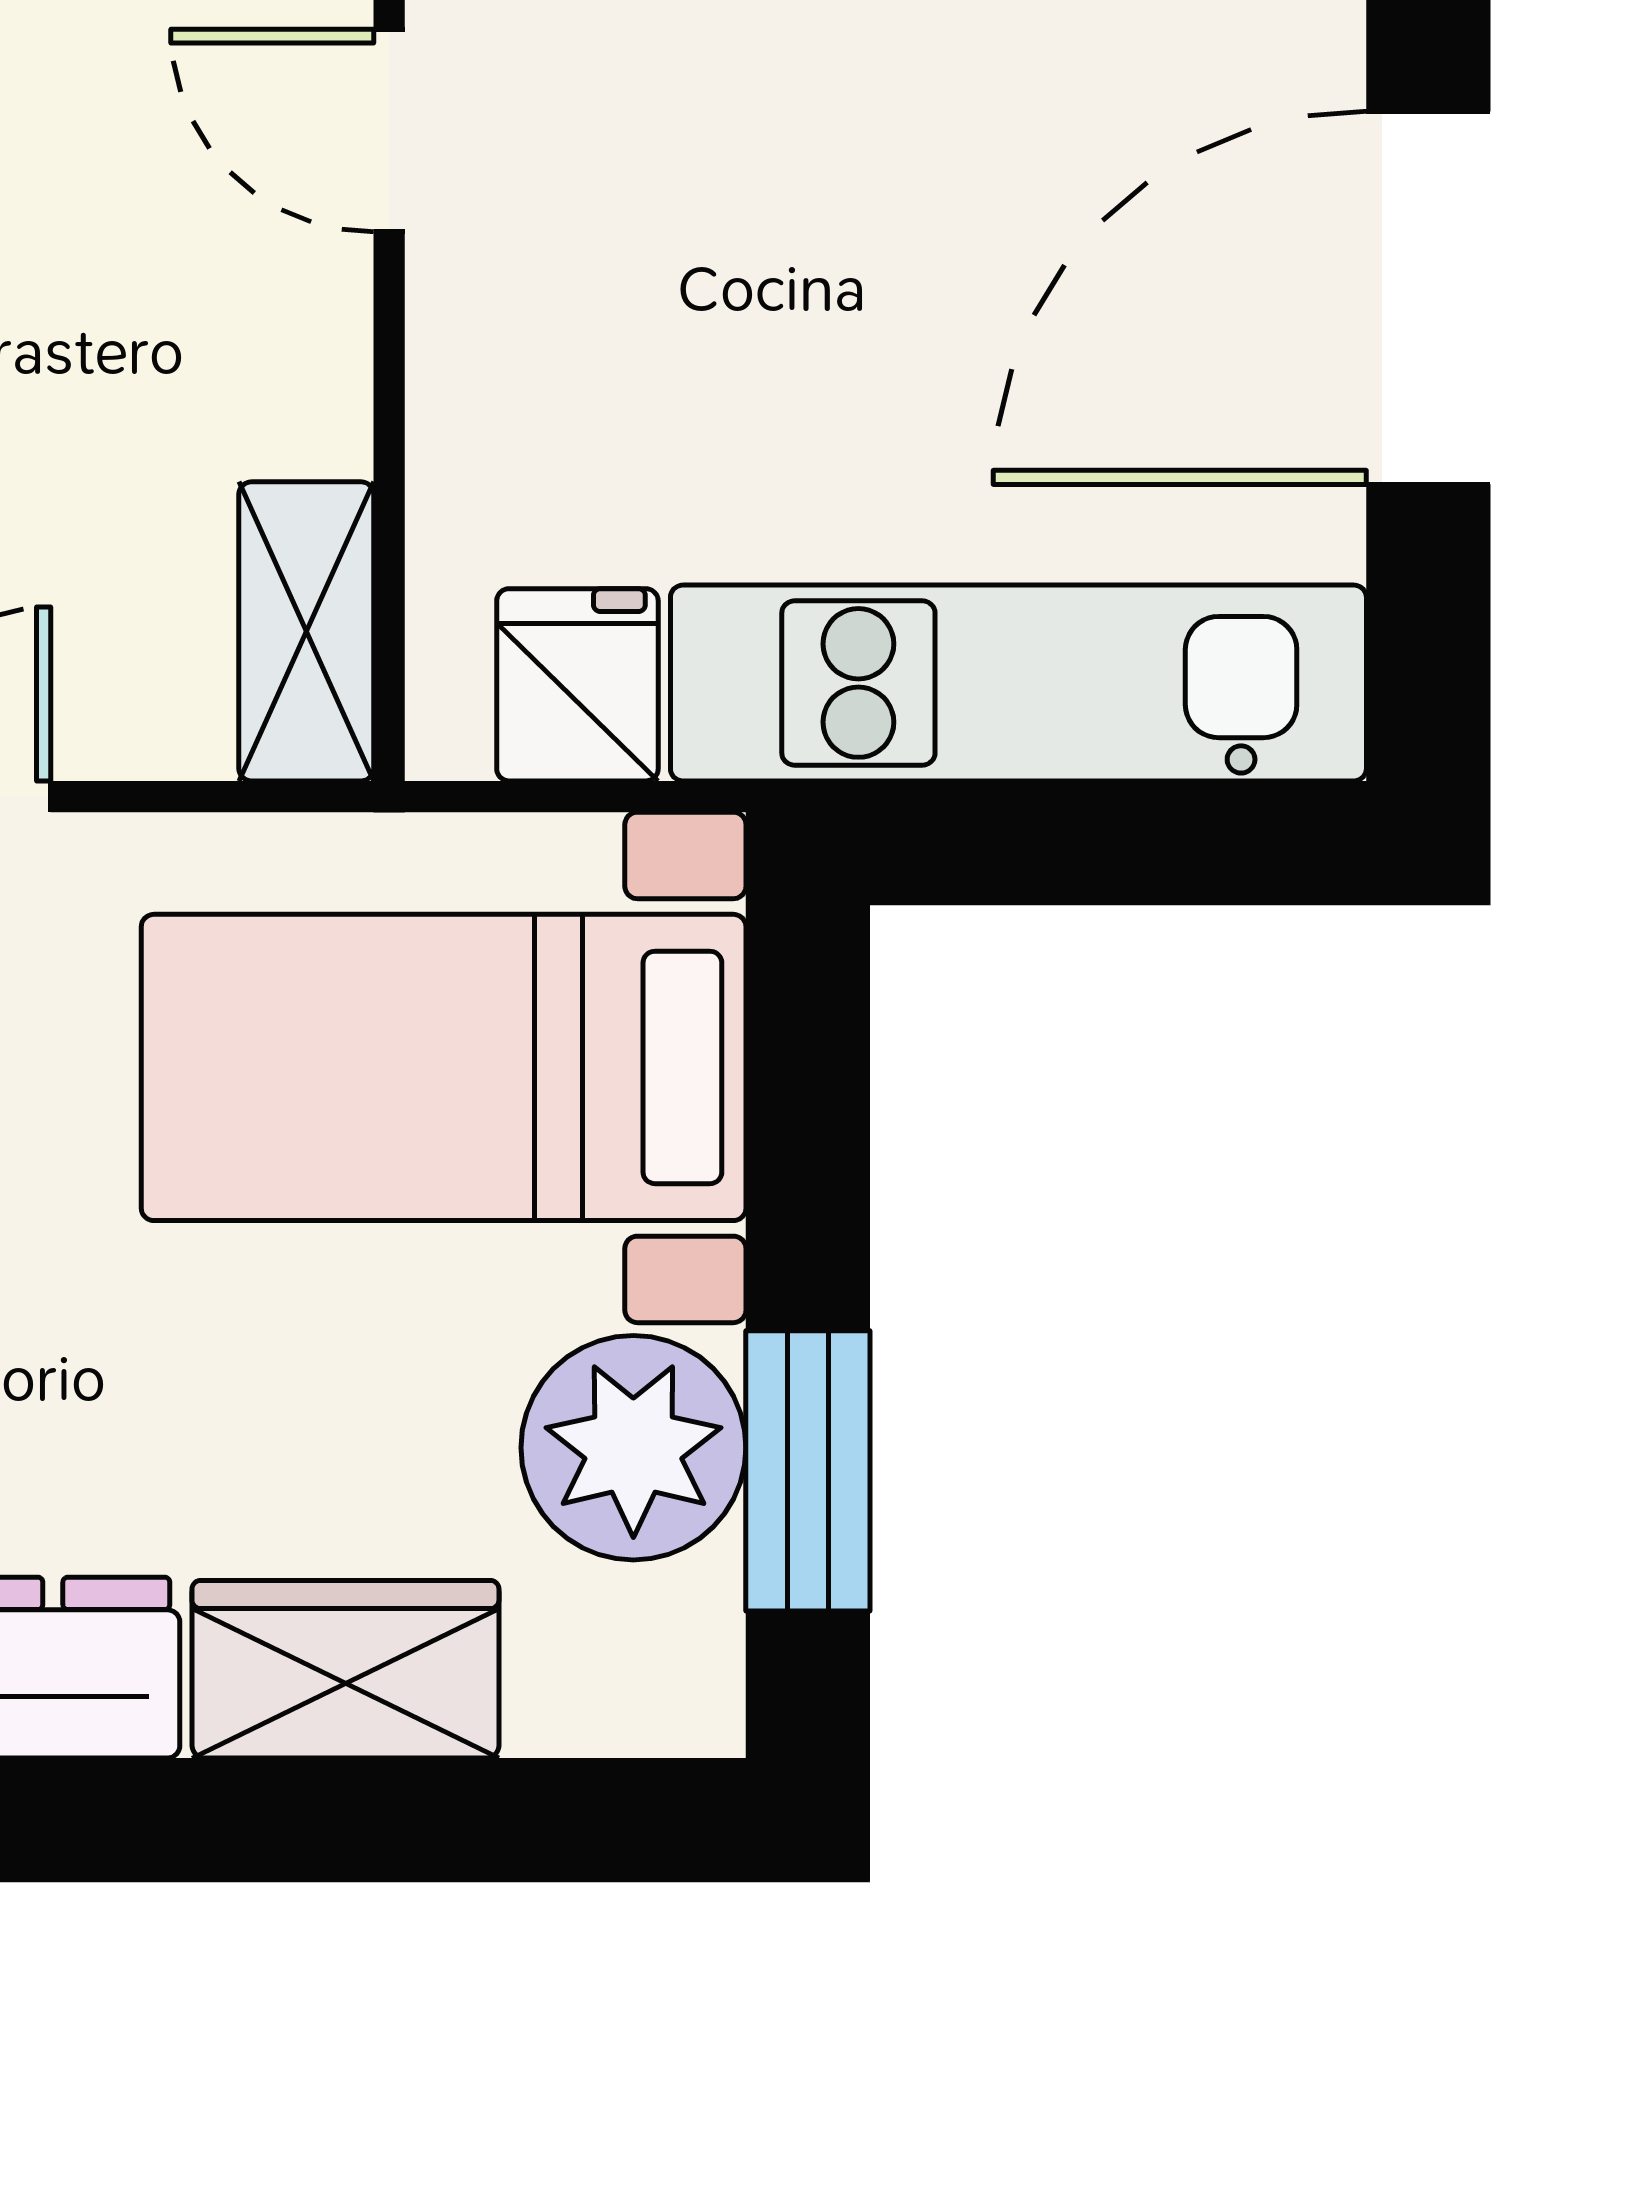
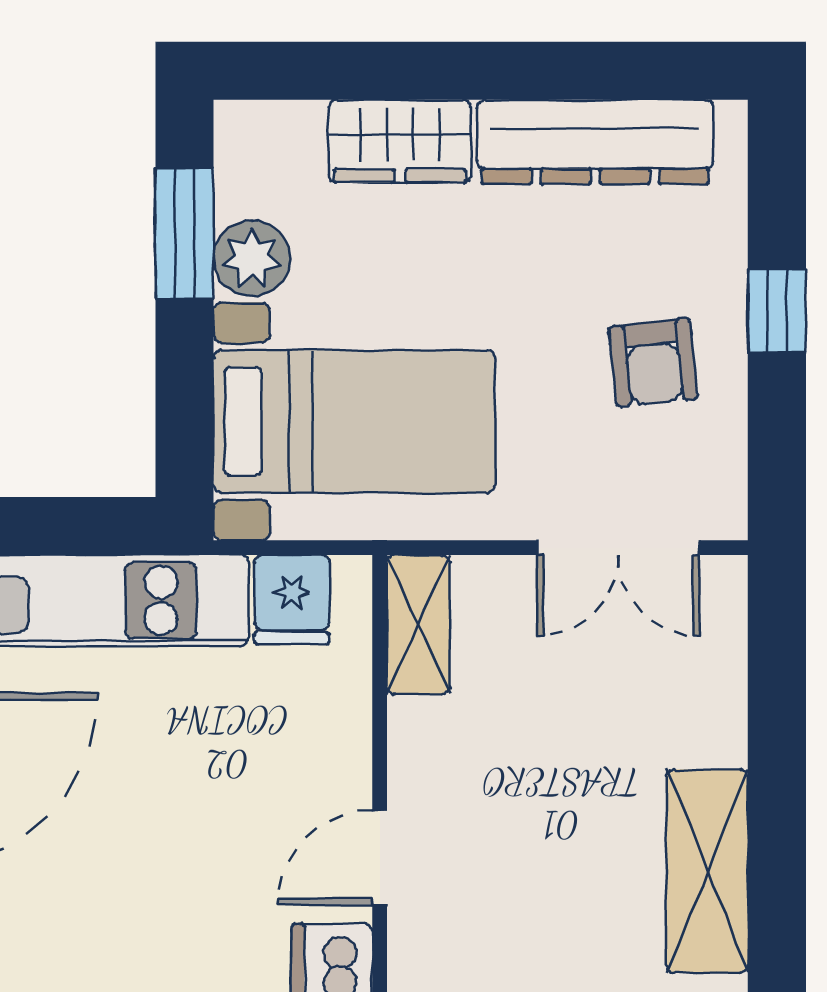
door: (389, 131) -> (380, 858), swing flipped
plant: (633, 1448) -> (252, 258), width x0.73, depth x0.73

